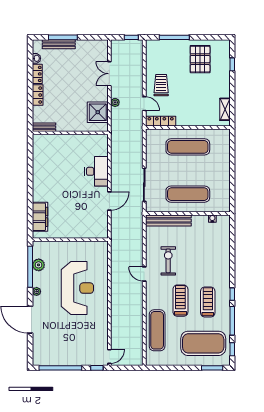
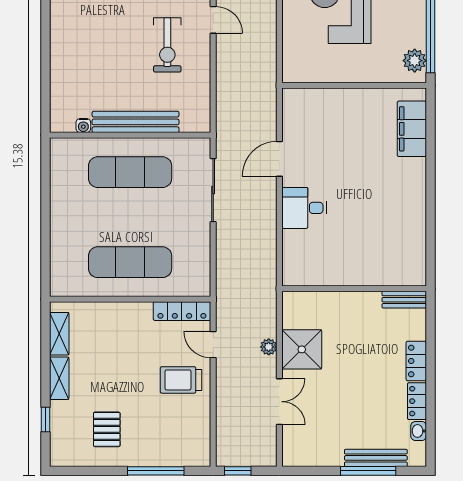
pallet: (200, 59) -> (107, 429), width x0.67, depth x0.71
trolley: (161, 85) -> (181, 380), turned 90
shelving: (225, 86) -> (59, 378), added
shower: (98, 112) -> (302, 349), moved
desk: (96, 171) -> (304, 208), width x0.73
bench: (168, 220) -> (136, 122), moved
plant: (39, 265) -> (415, 61), moved

